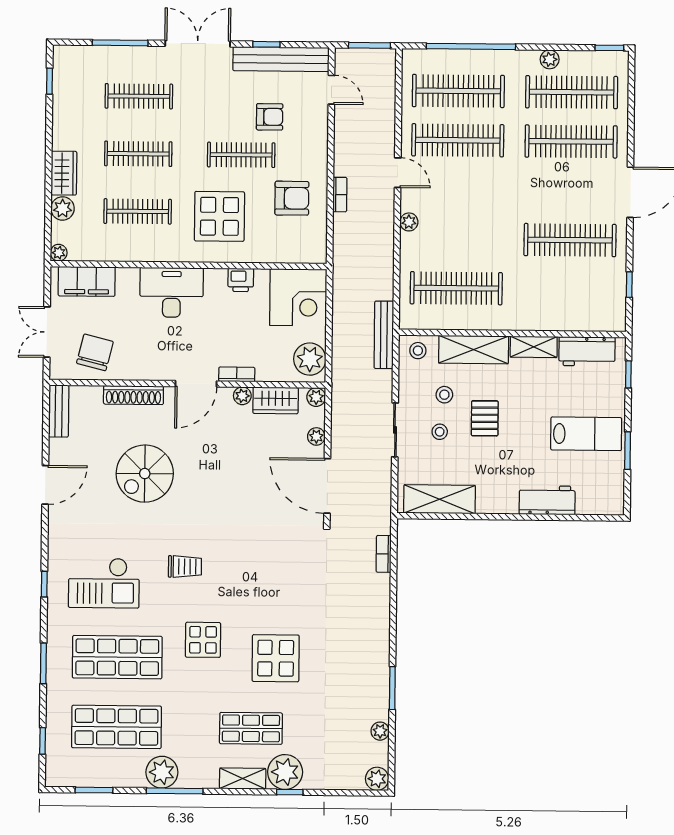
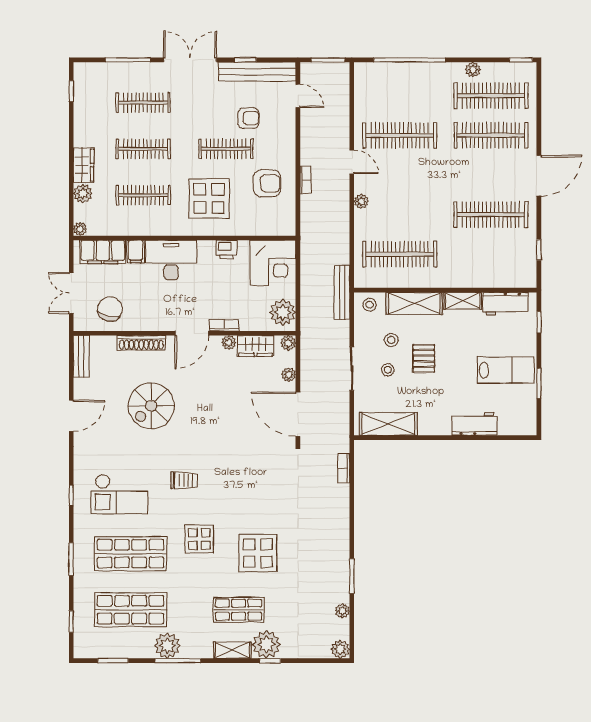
clothes rail: (458, 91) -> (400, 96), removed
filing cabinet: (128, 281) -> (136, 252), added

